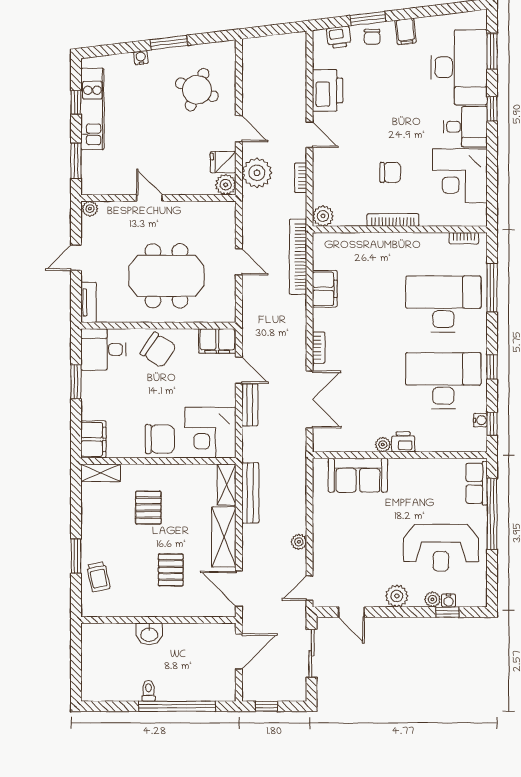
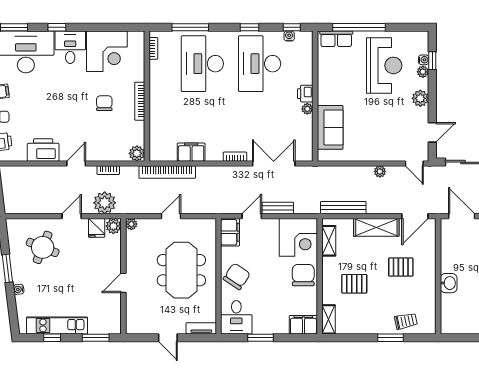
plant: (90, 209) -> (131, 224), moved
shelving: (227, 485) -> (329, 241), moved, turned 90

